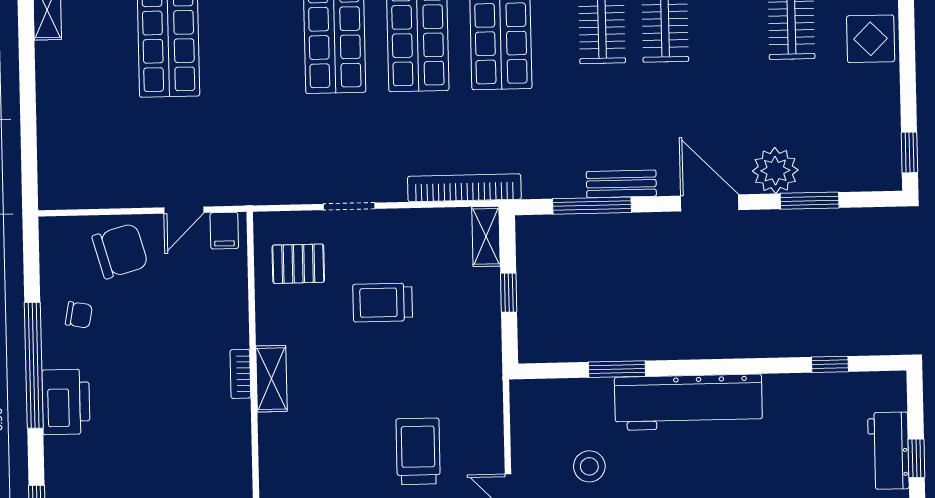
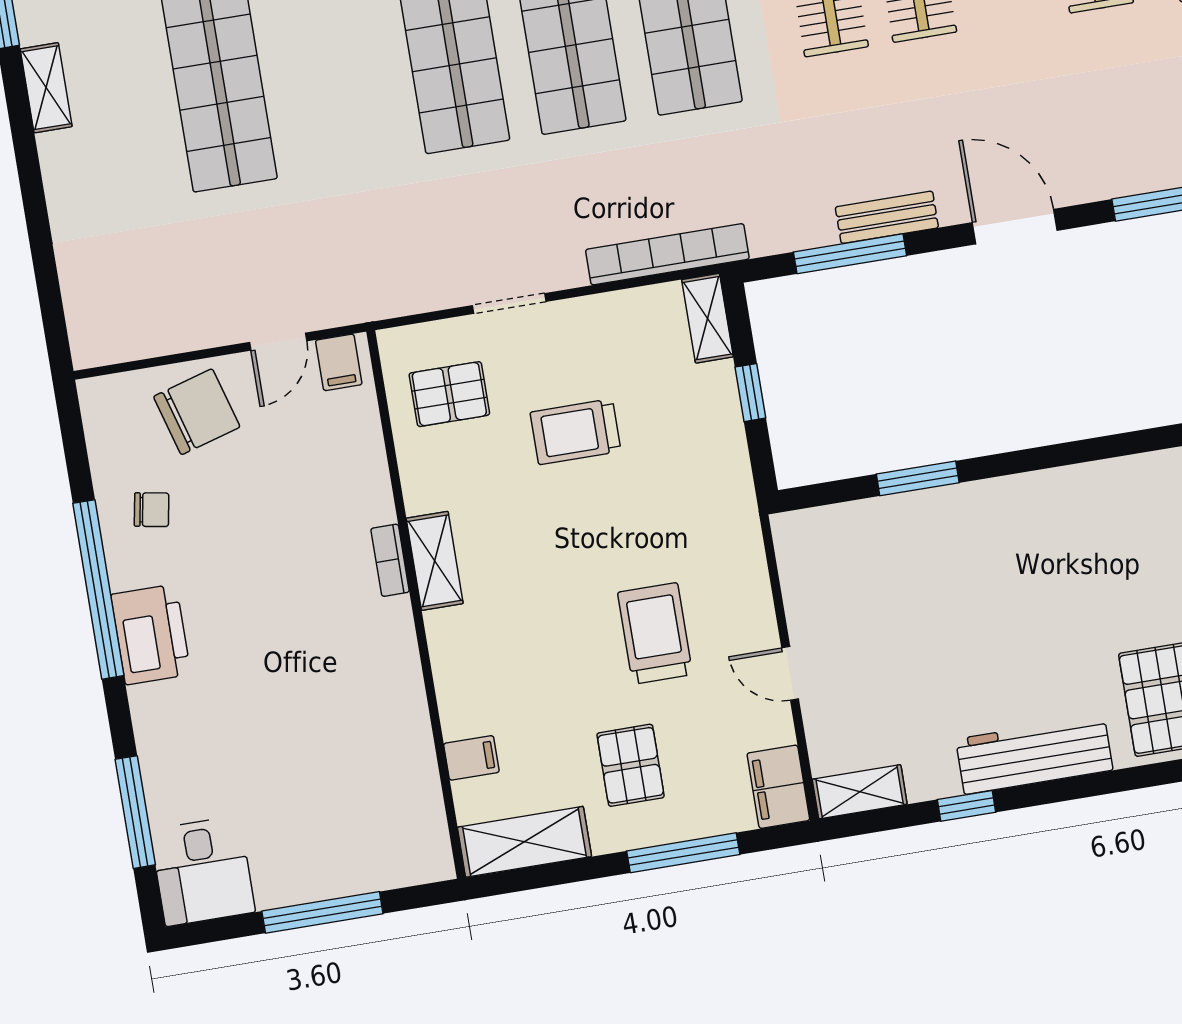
plant: (775, 171) -> (1100, 168), removed
workbench: (688, 402) -> (1025, 510), removed
stool: (589, 466) -> (898, 620), removed

